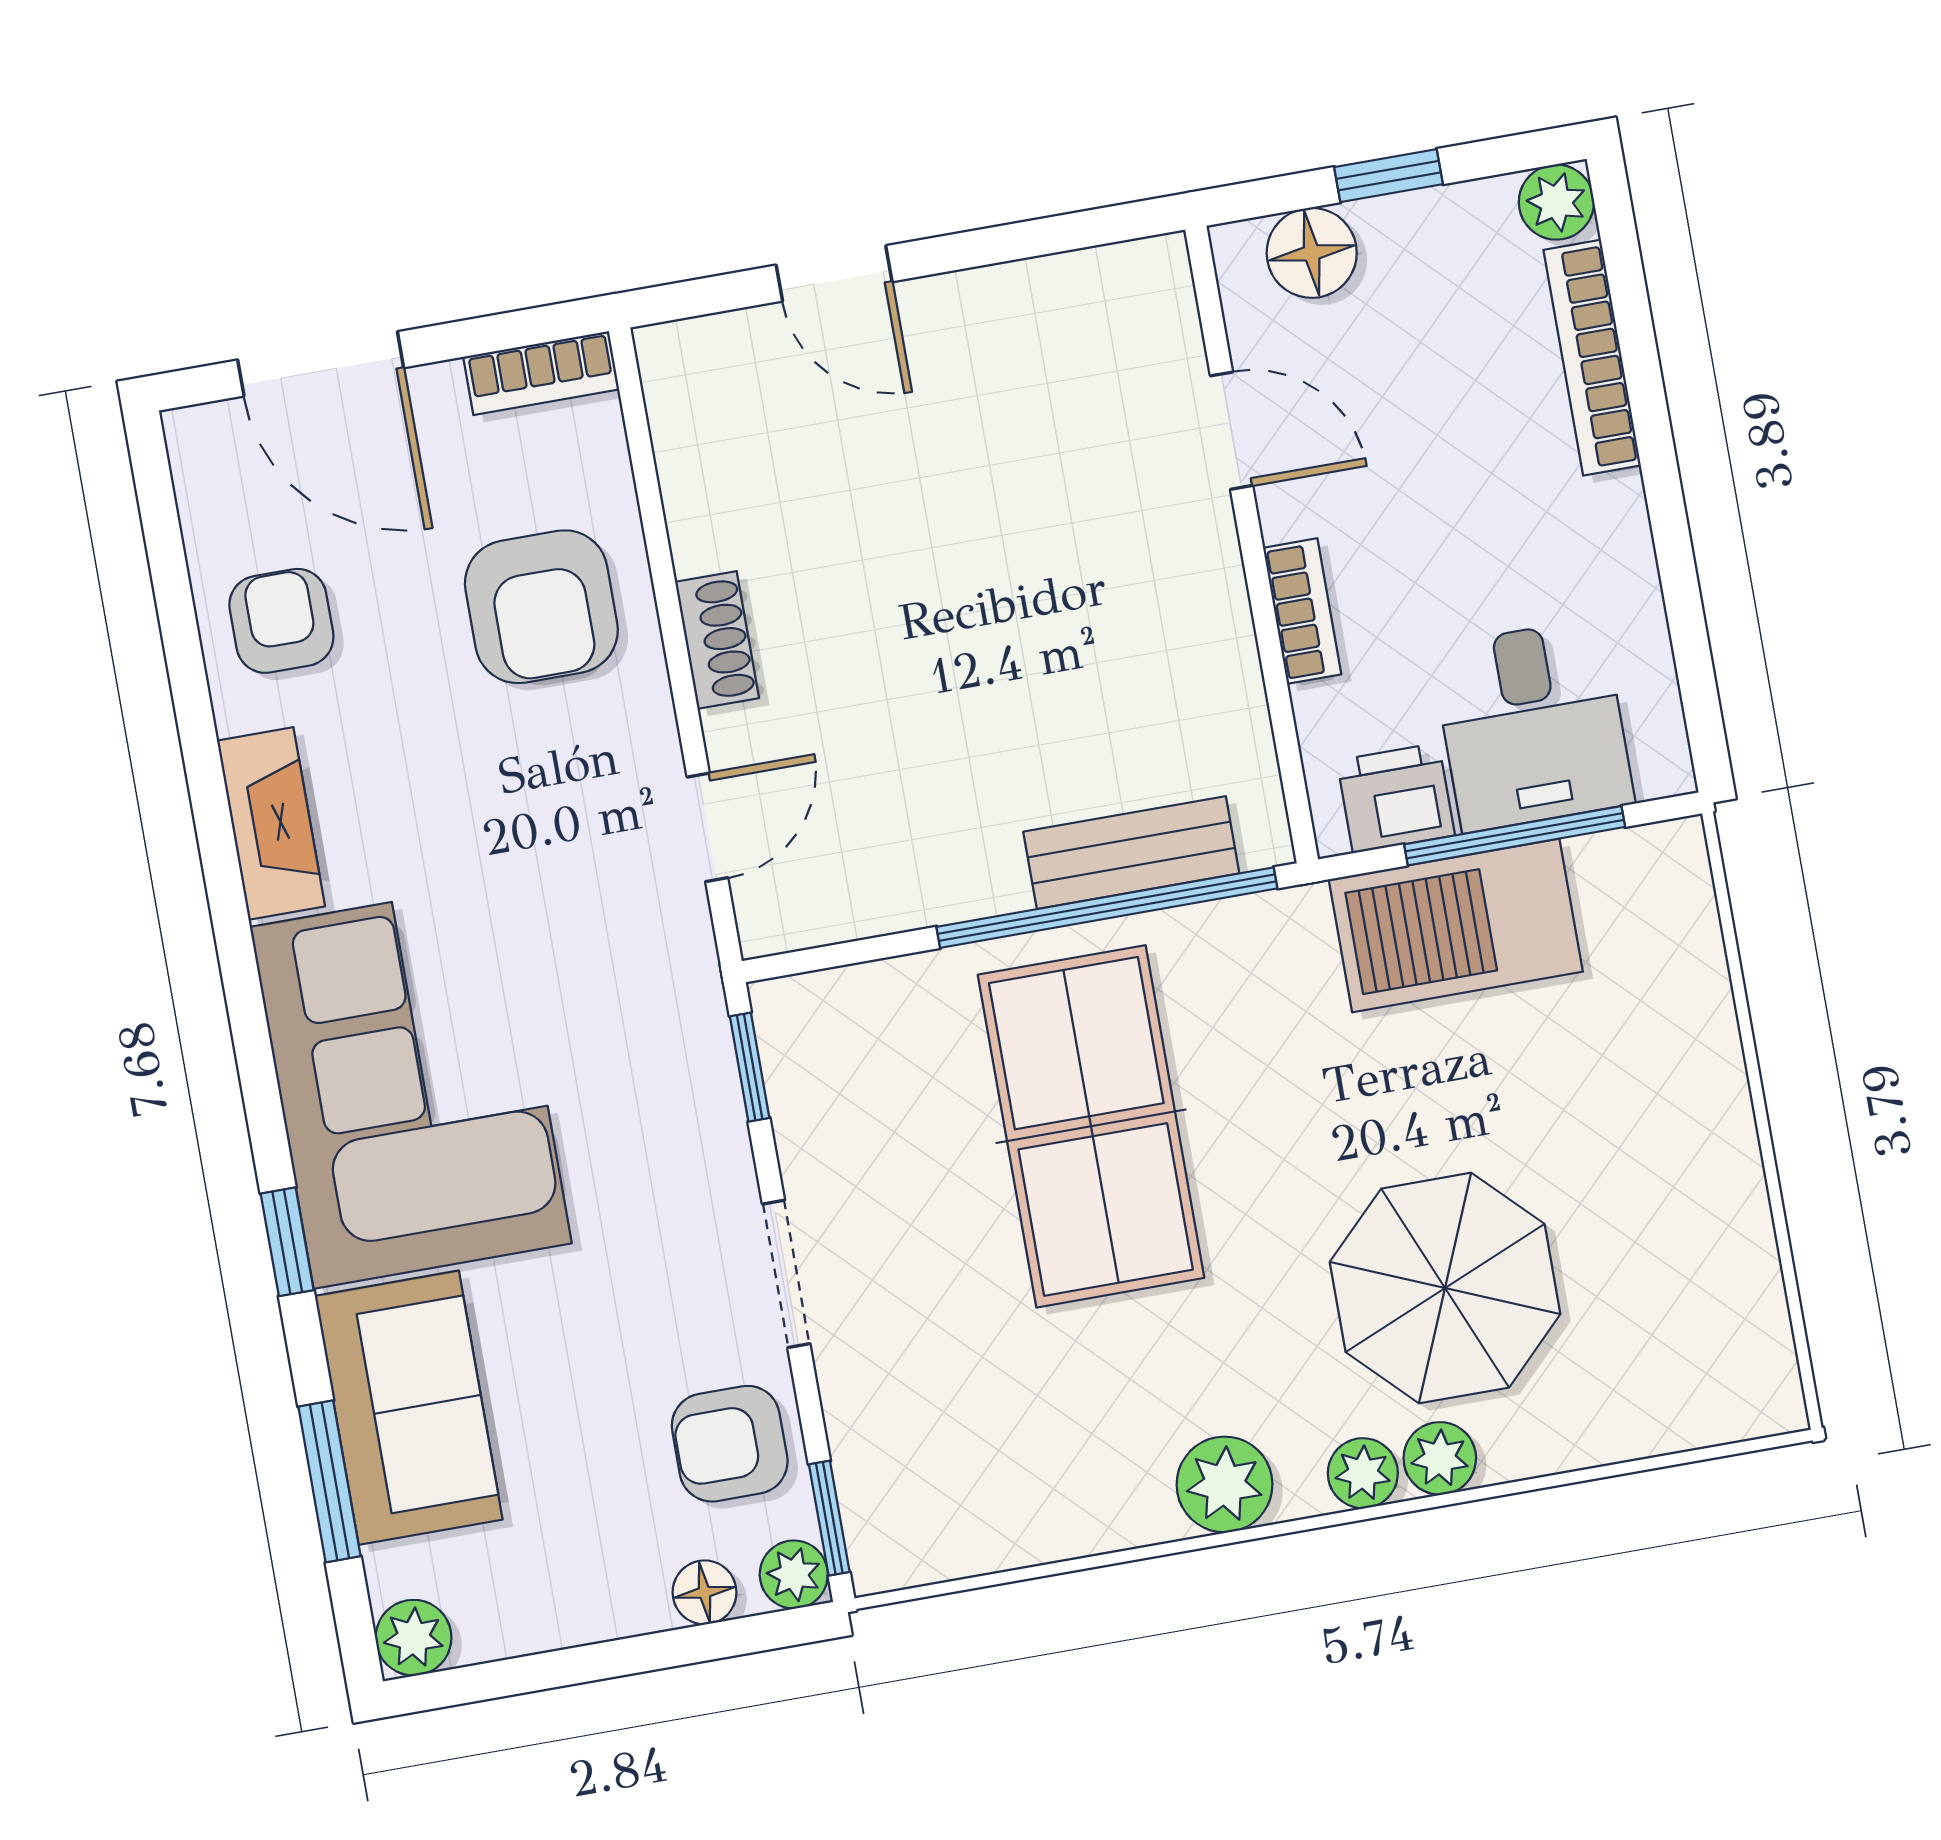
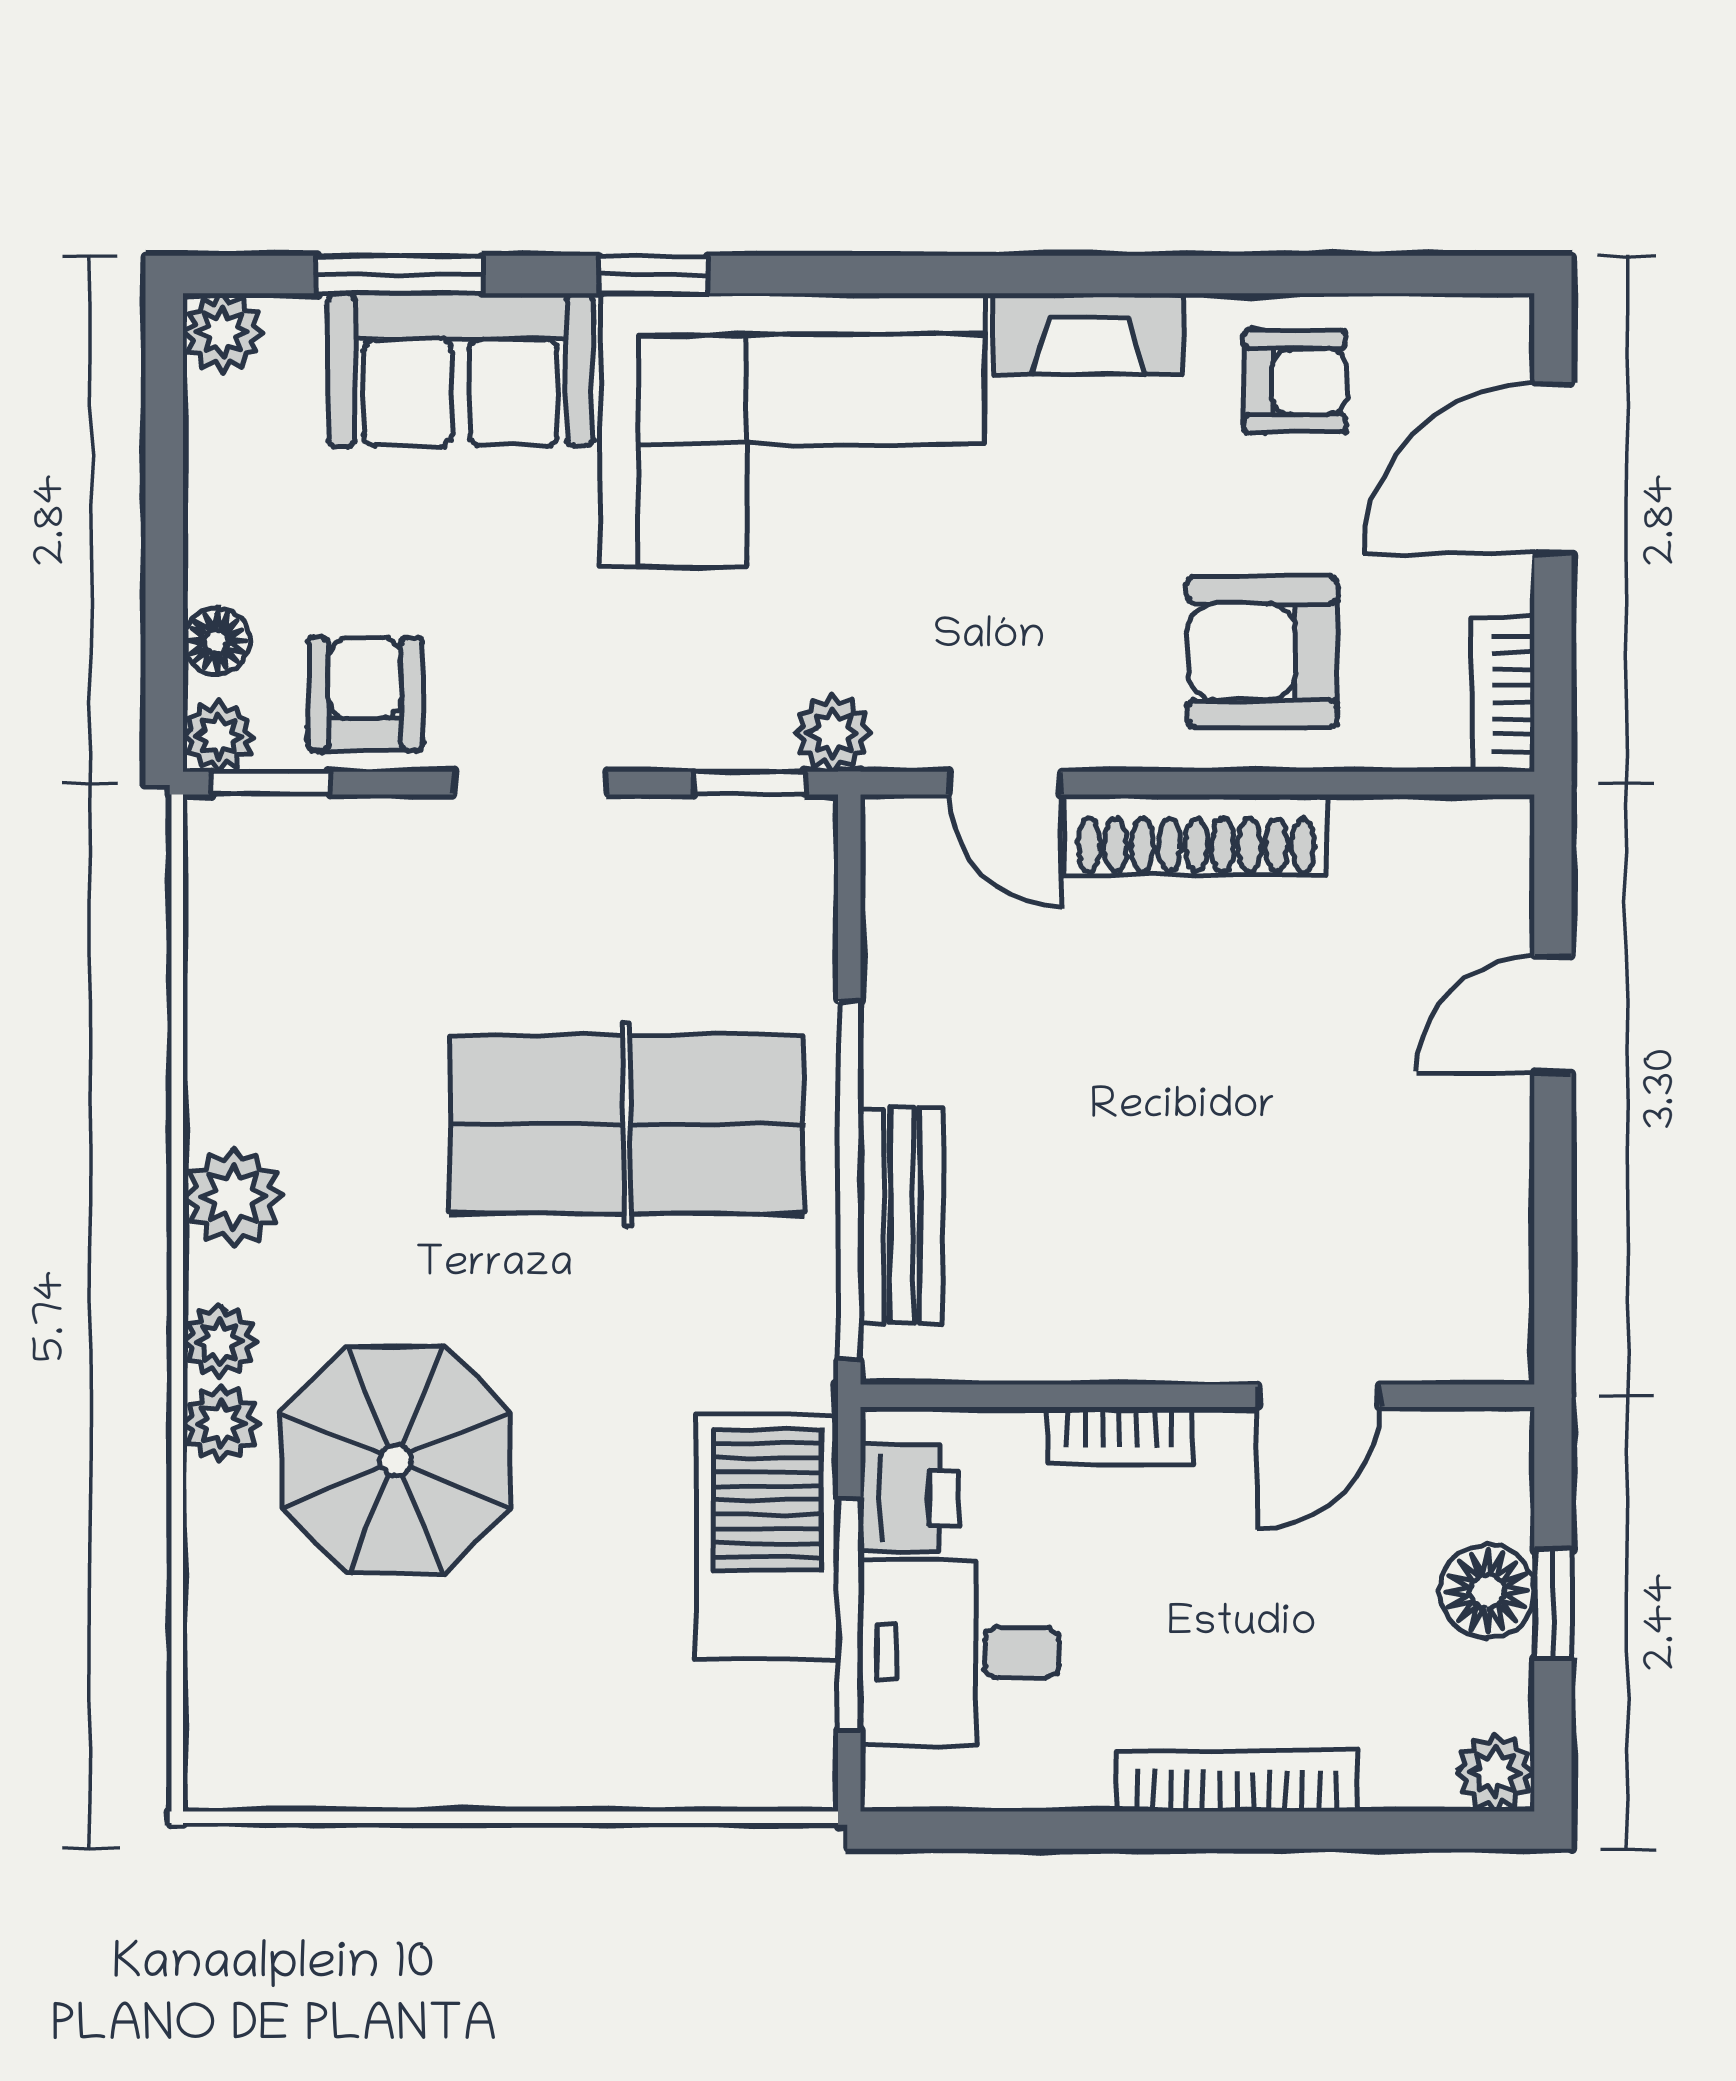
floor lamp: (1312, 253) -> (1487, 1591), moved
bookcase: (1592, 358) -> (1237, 1781), moved
shoe rack: (717, 640) -> (1196, 835), width x1.94, depth x1.24
plant: (689, 997) -> (833, 733), added

